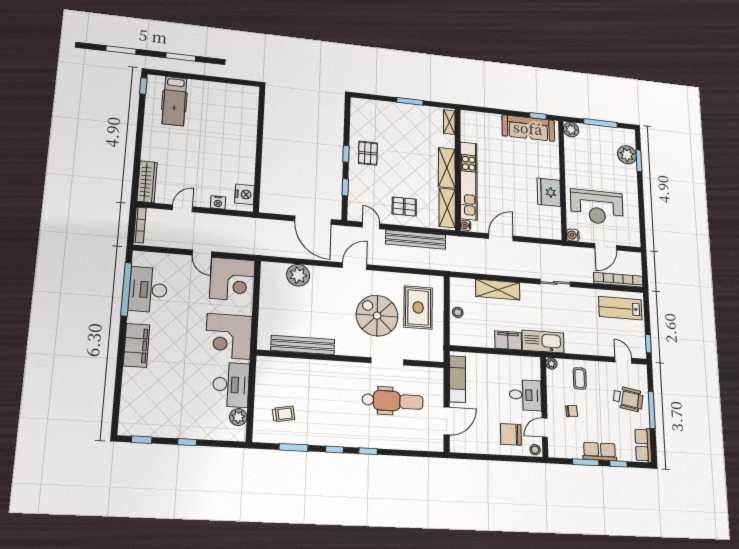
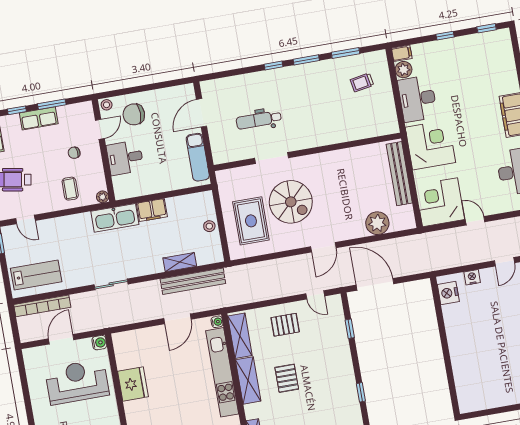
pallet: (368, 153) -> (287, 378), moved
window: (346, 154) -> (361, 392), moved
bench: (416, 240) -> (193, 281), moved
shelving: (498, 290) -> (180, 262), width x0.67, depth x0.75
bench: (303, 345) -> (399, 174), moved, turned 90
dental chair: (393, 401) -> (259, 120), width x0.73, depth x0.72
filing cabinet: (236, 434) -> (402, 53), added
chair: (511, 434) -> (134, 114), turned 180
window: (334, 449) -> (306, 60), width x1.50

